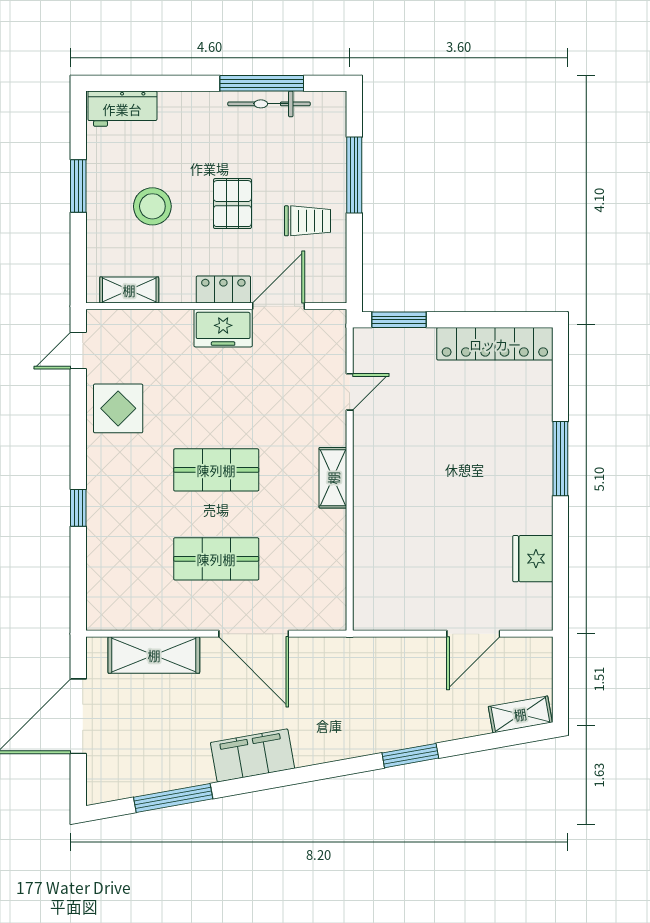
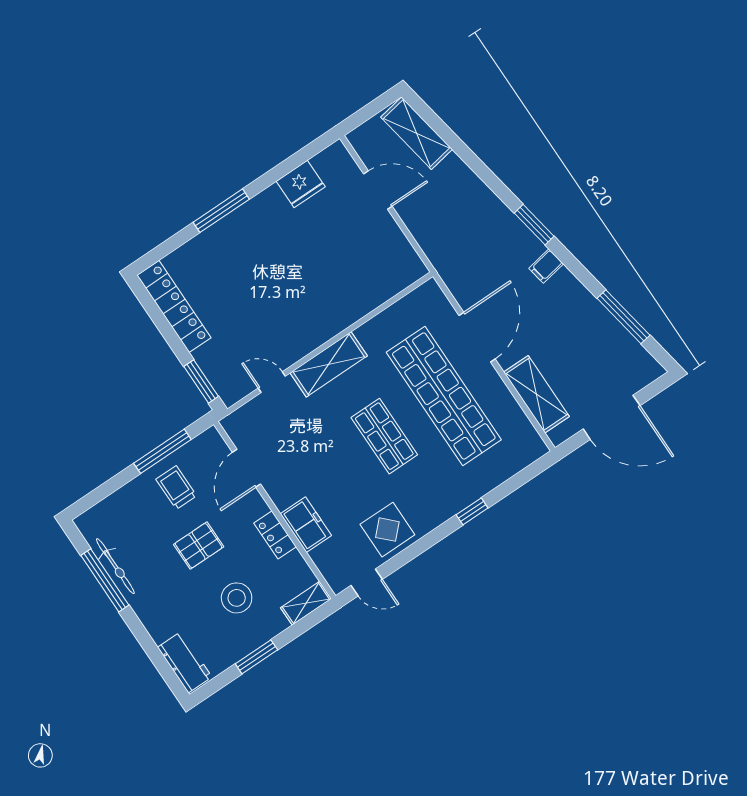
window: (354, 175) -> (162, 451), moved
locker: (223, 289) -> (275, 535), moved
shelving: (129, 290) -> (306, 603), moved, turned 90
door: (279, 306) -> (246, 468), hinge flipped
freezer: (223, 328) -> (306, 525), moved
shelving: (333, 478) -> (329, 364), width x1.50, depth x1.33
shop shelf: (216, 559) -> (444, 396), width x2.00, depth x1.36
shelving: (520, 714) -> (417, 133), width x1.50, depth x1.33
filing cabinet: (253, 755) -> (546, 266), width x0.33, depth x0.86
window: (410, 756) -> (534, 225), moved

